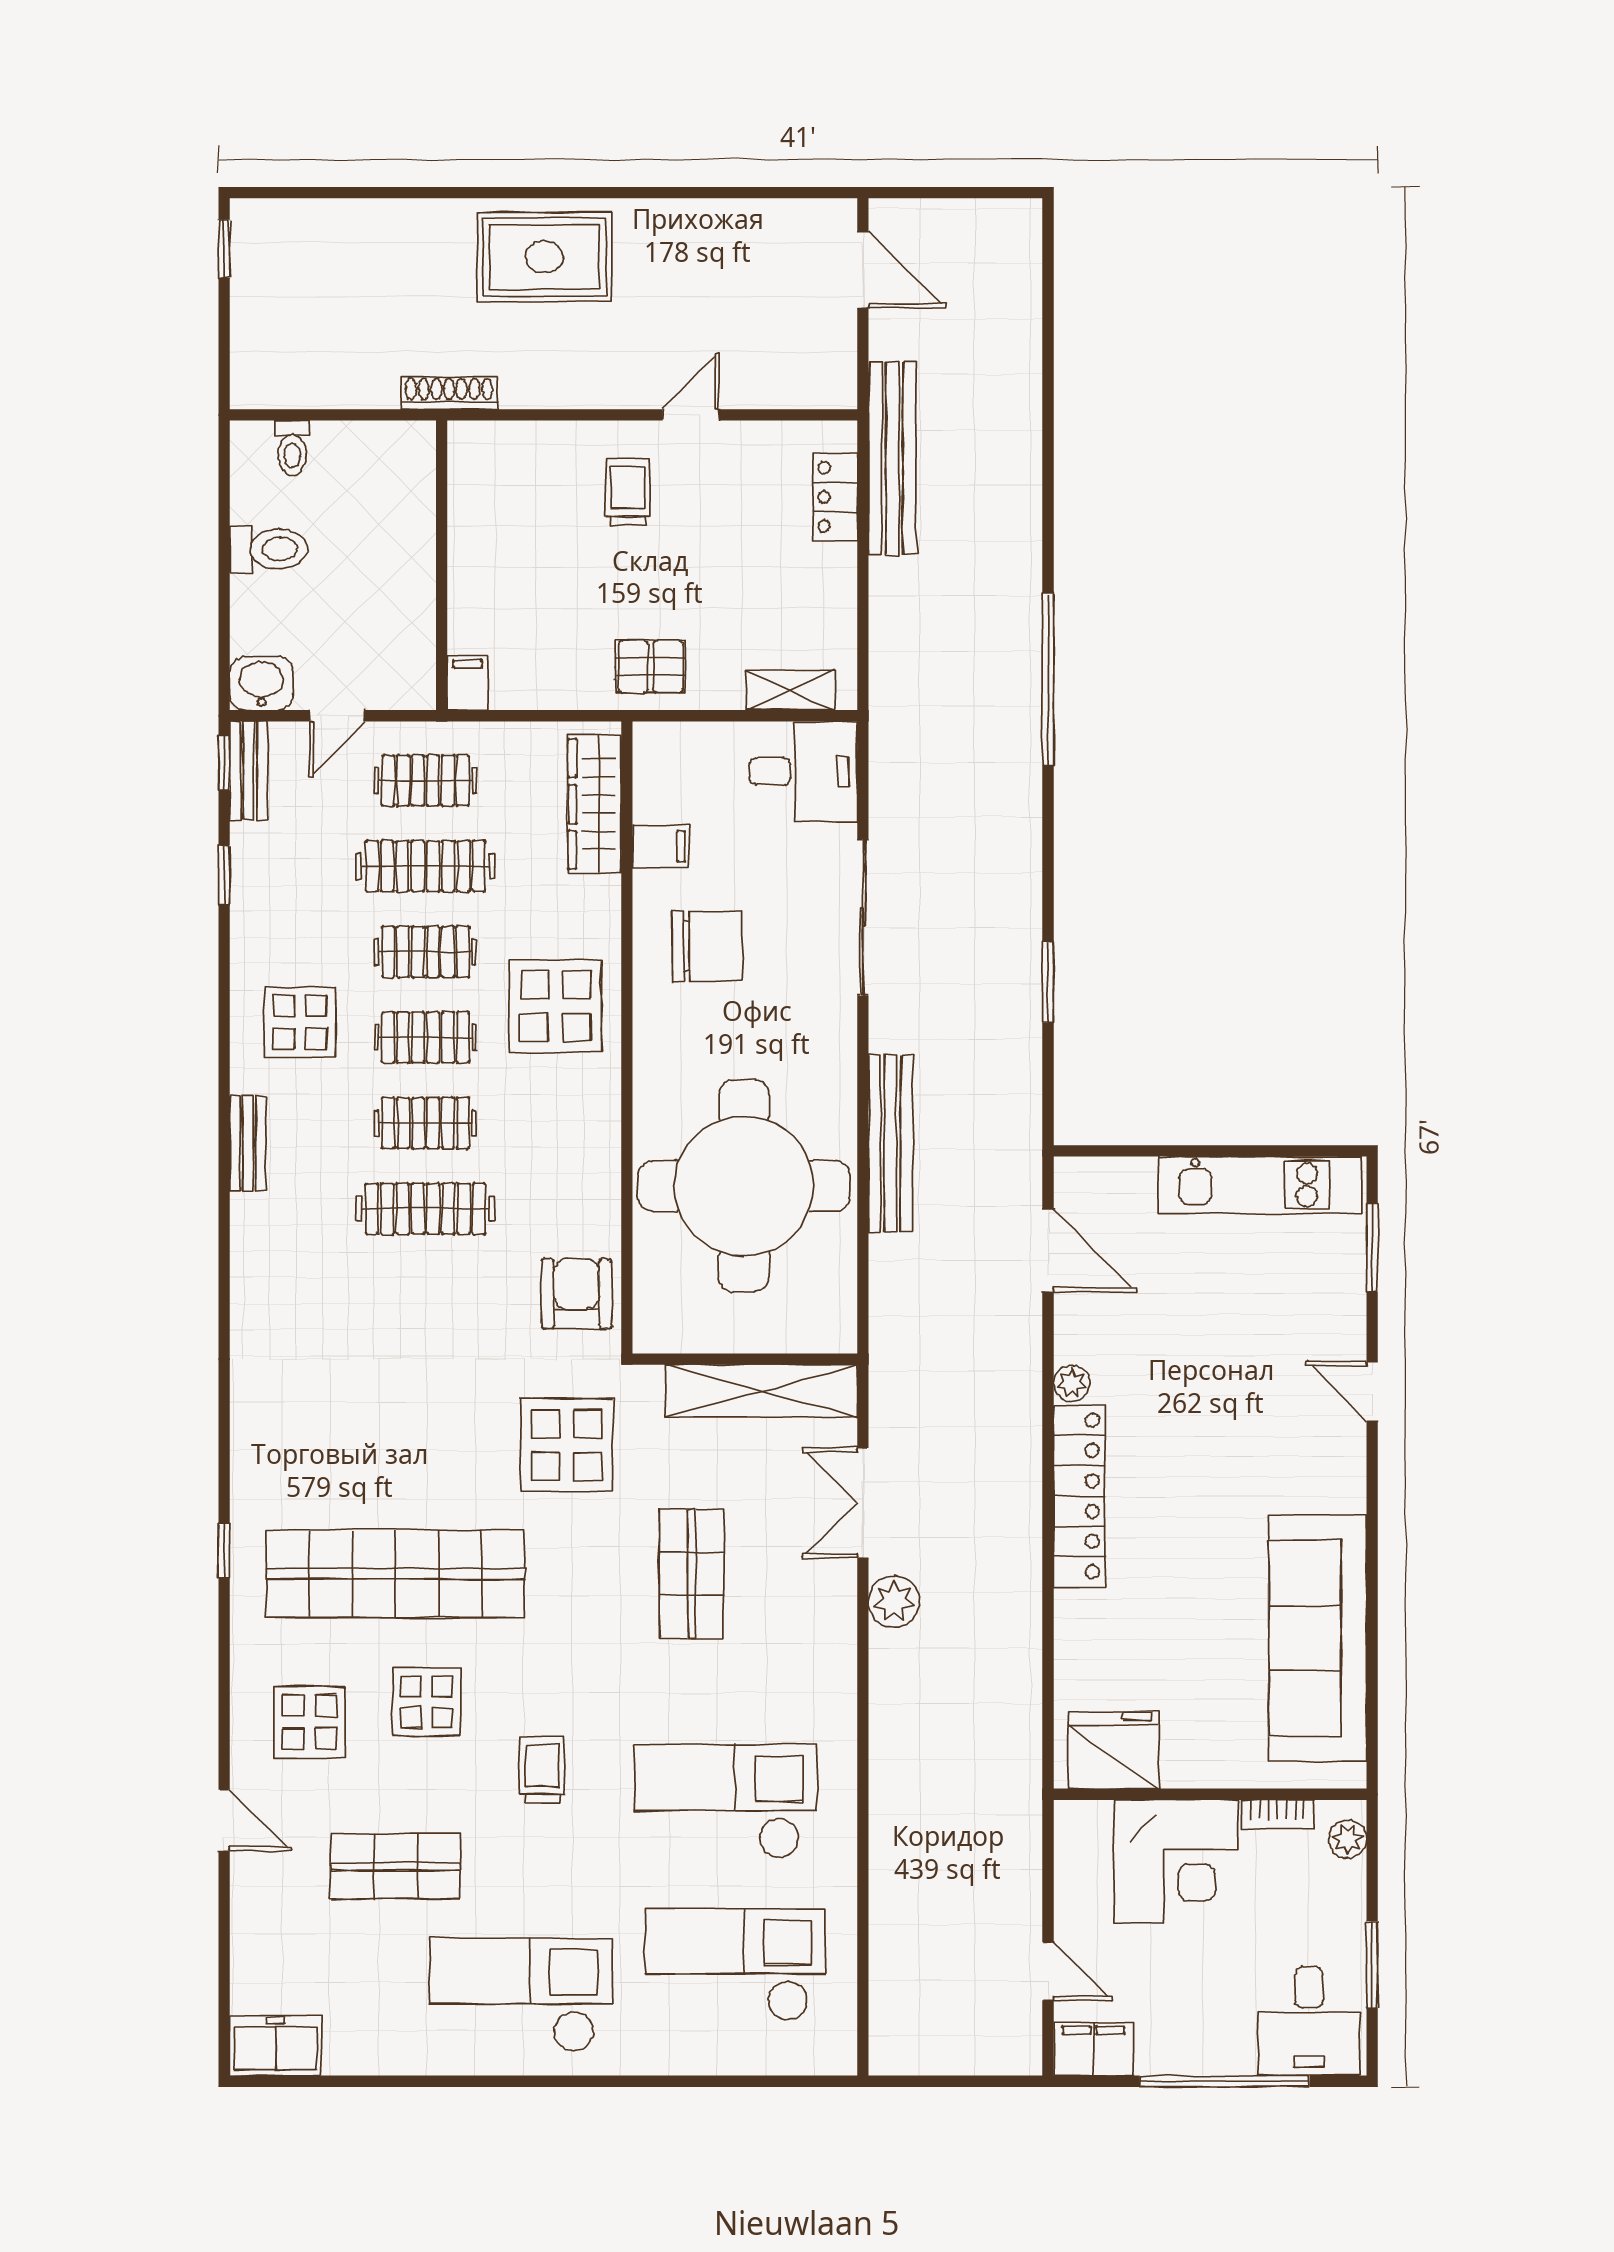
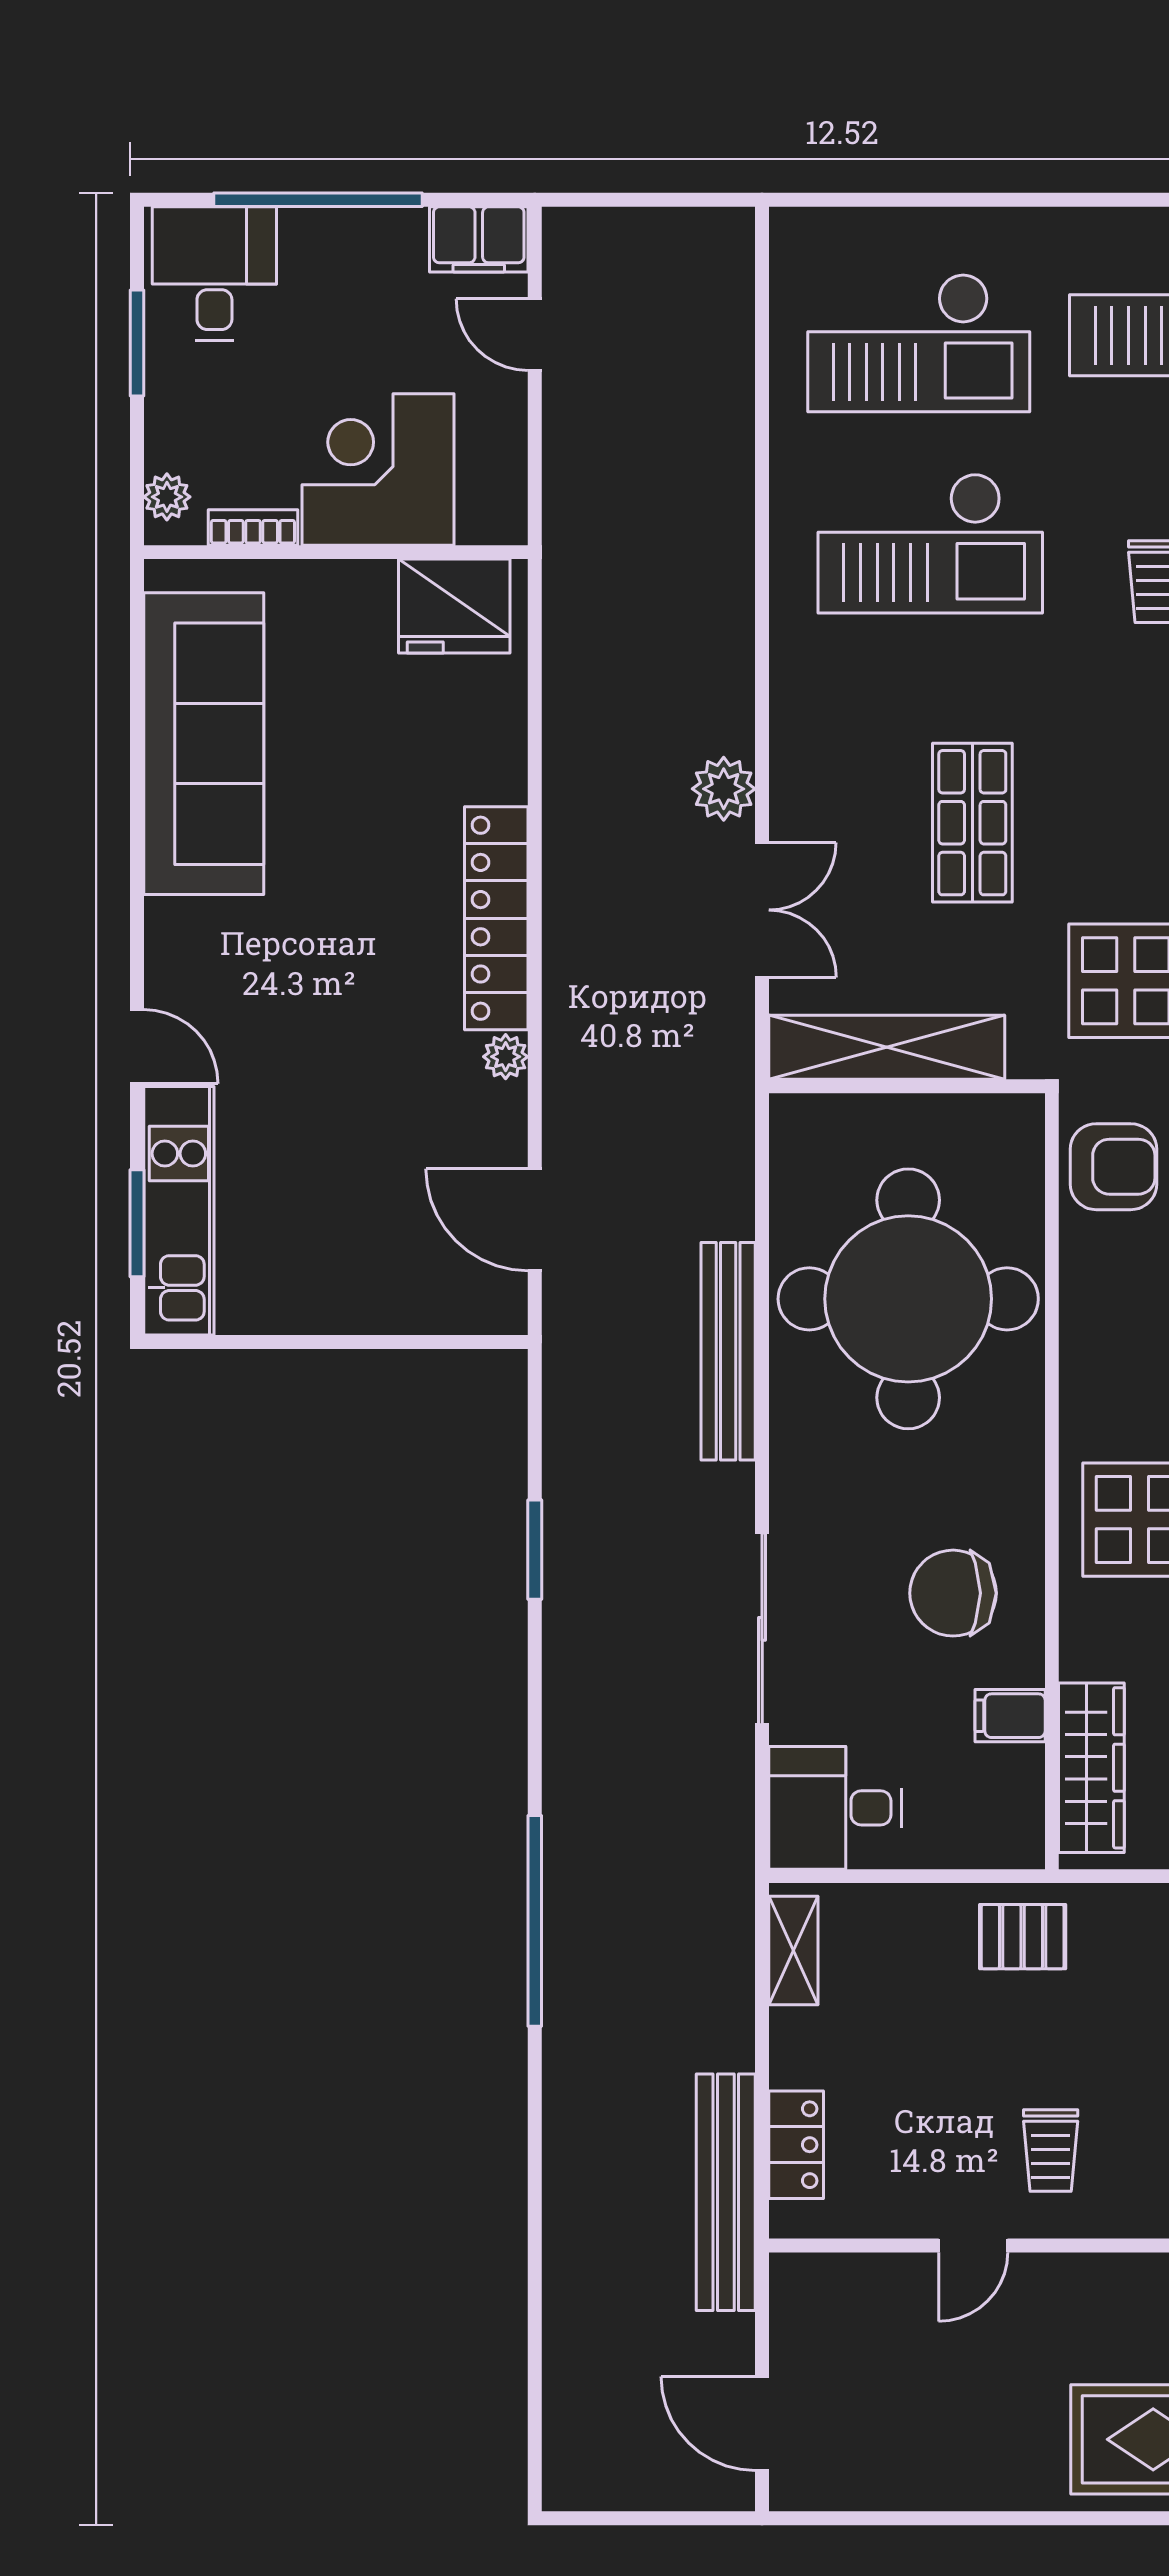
shelving: (790, 690) -> (793, 1950), moved, turned 90
kitchen unit: (1260, 1185) -> (179, 1211), moved, turned 90
armchair: (577, 1294) -> (1113, 1167), turned -90

